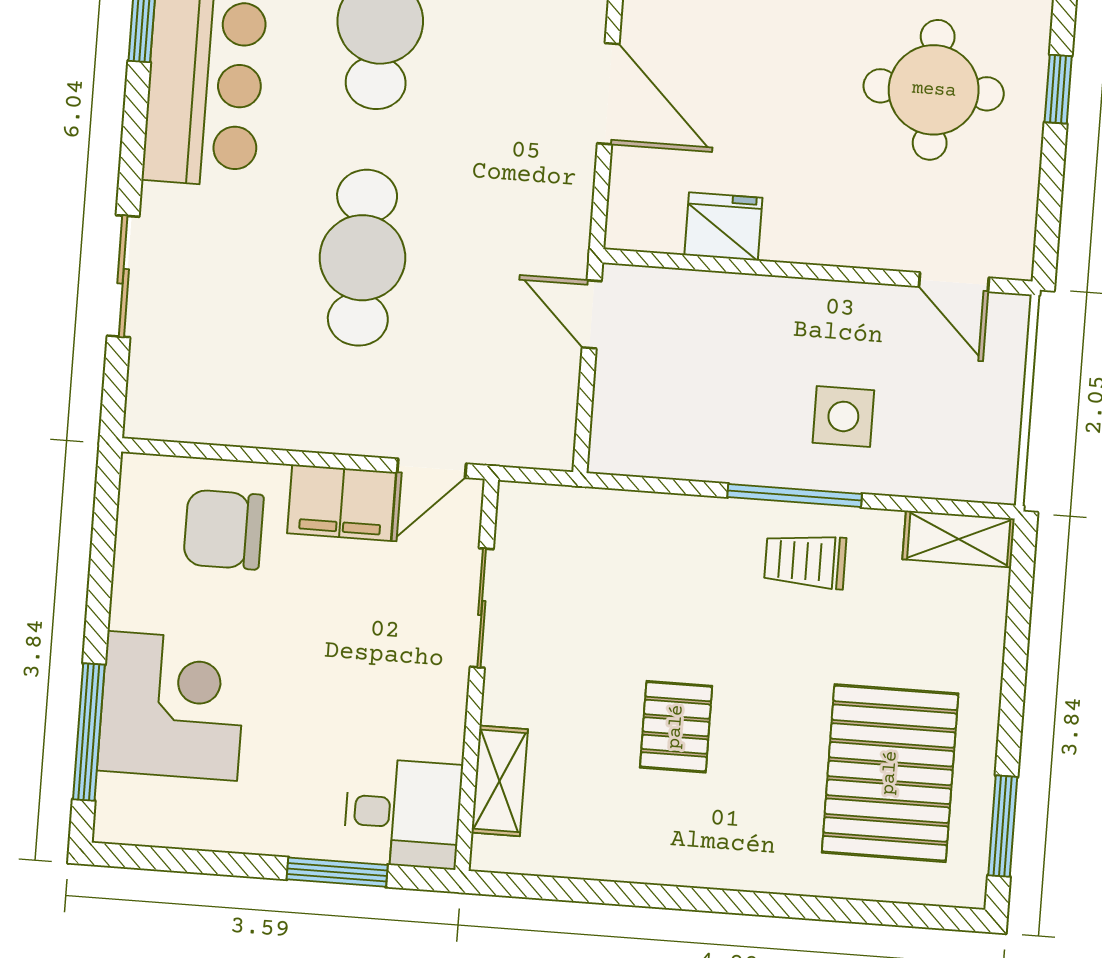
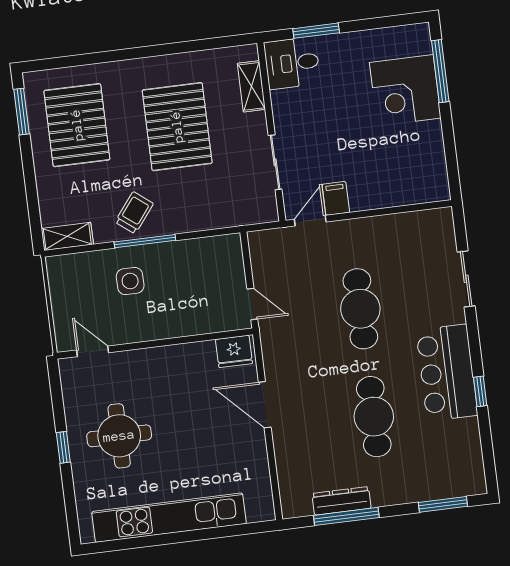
fridge: (723, 226) -> (234, 351), moved
filing cabinet: (342, 503) -> (336, 198), width x0.50
chair: (224, 530) -> (398, 174), removed
trolley: (805, 561) -> (134, 213), turned -52
pallet: (676, 727) -> (177, 127), width x2.05, depth x2.00

